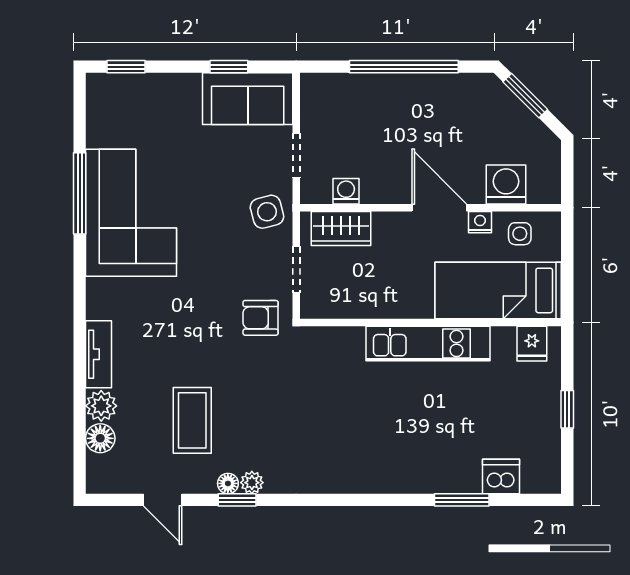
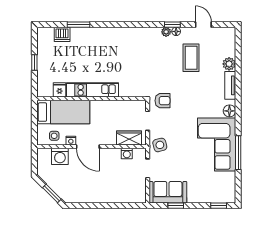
window: (404, 67) -> (103, 206), removed
fridge: (532, 344) -> (60, 90), moved
floor lamp: (100, 438) -> (229, 111), moved

